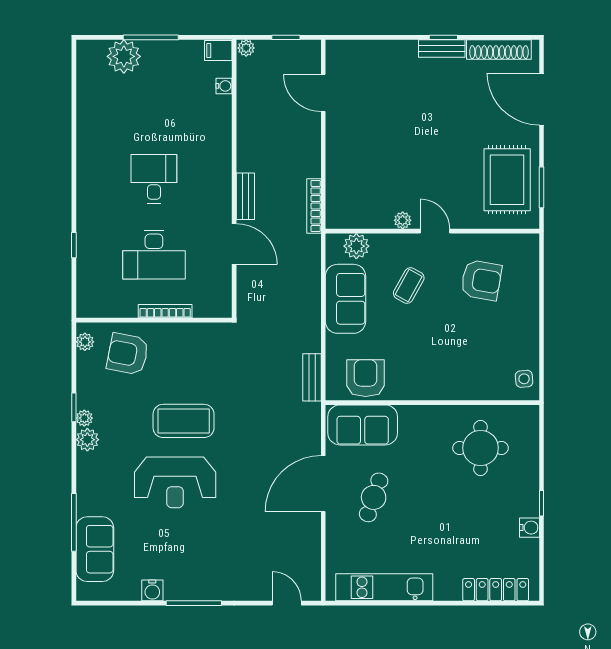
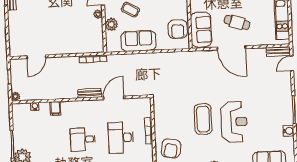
filing cabinet: (218, 51) -> (55, 108), moved
plant: (356, 246) -> (111, 24), moved
desk: (154, 255) -> (121, 138), turned 180
bench: (312, 377) -> (278, 51), moved
armchair: (366, 378) -> (178, 29), turned -90

